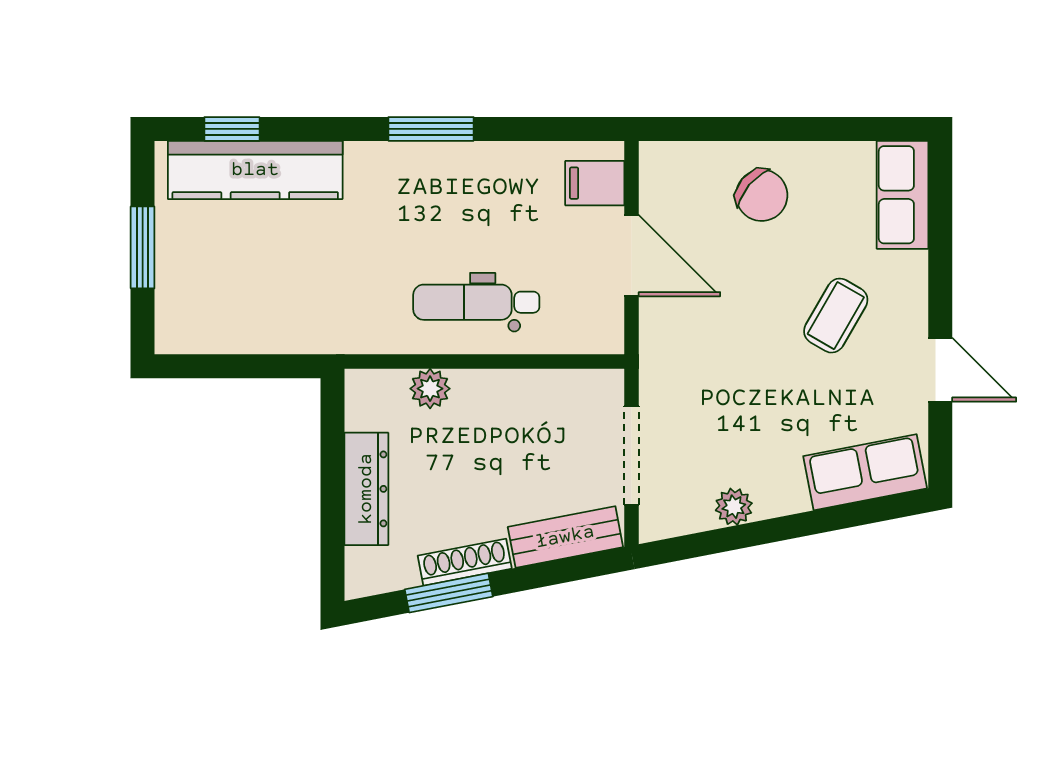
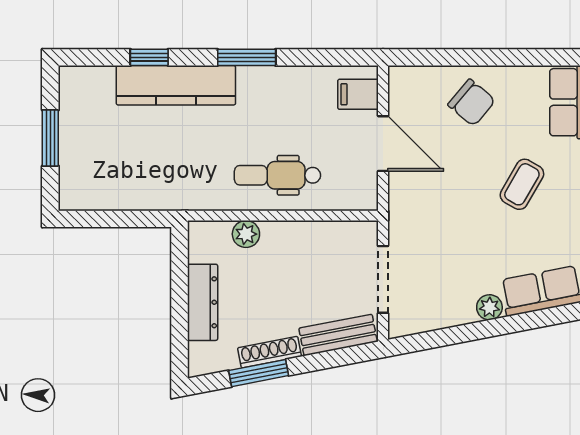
window: (232, 129) -> (149, 57), moved
kitchen counter: (255, 170) -> (176, 85), moved
plant: (734, 507) -> (489, 307), moved

